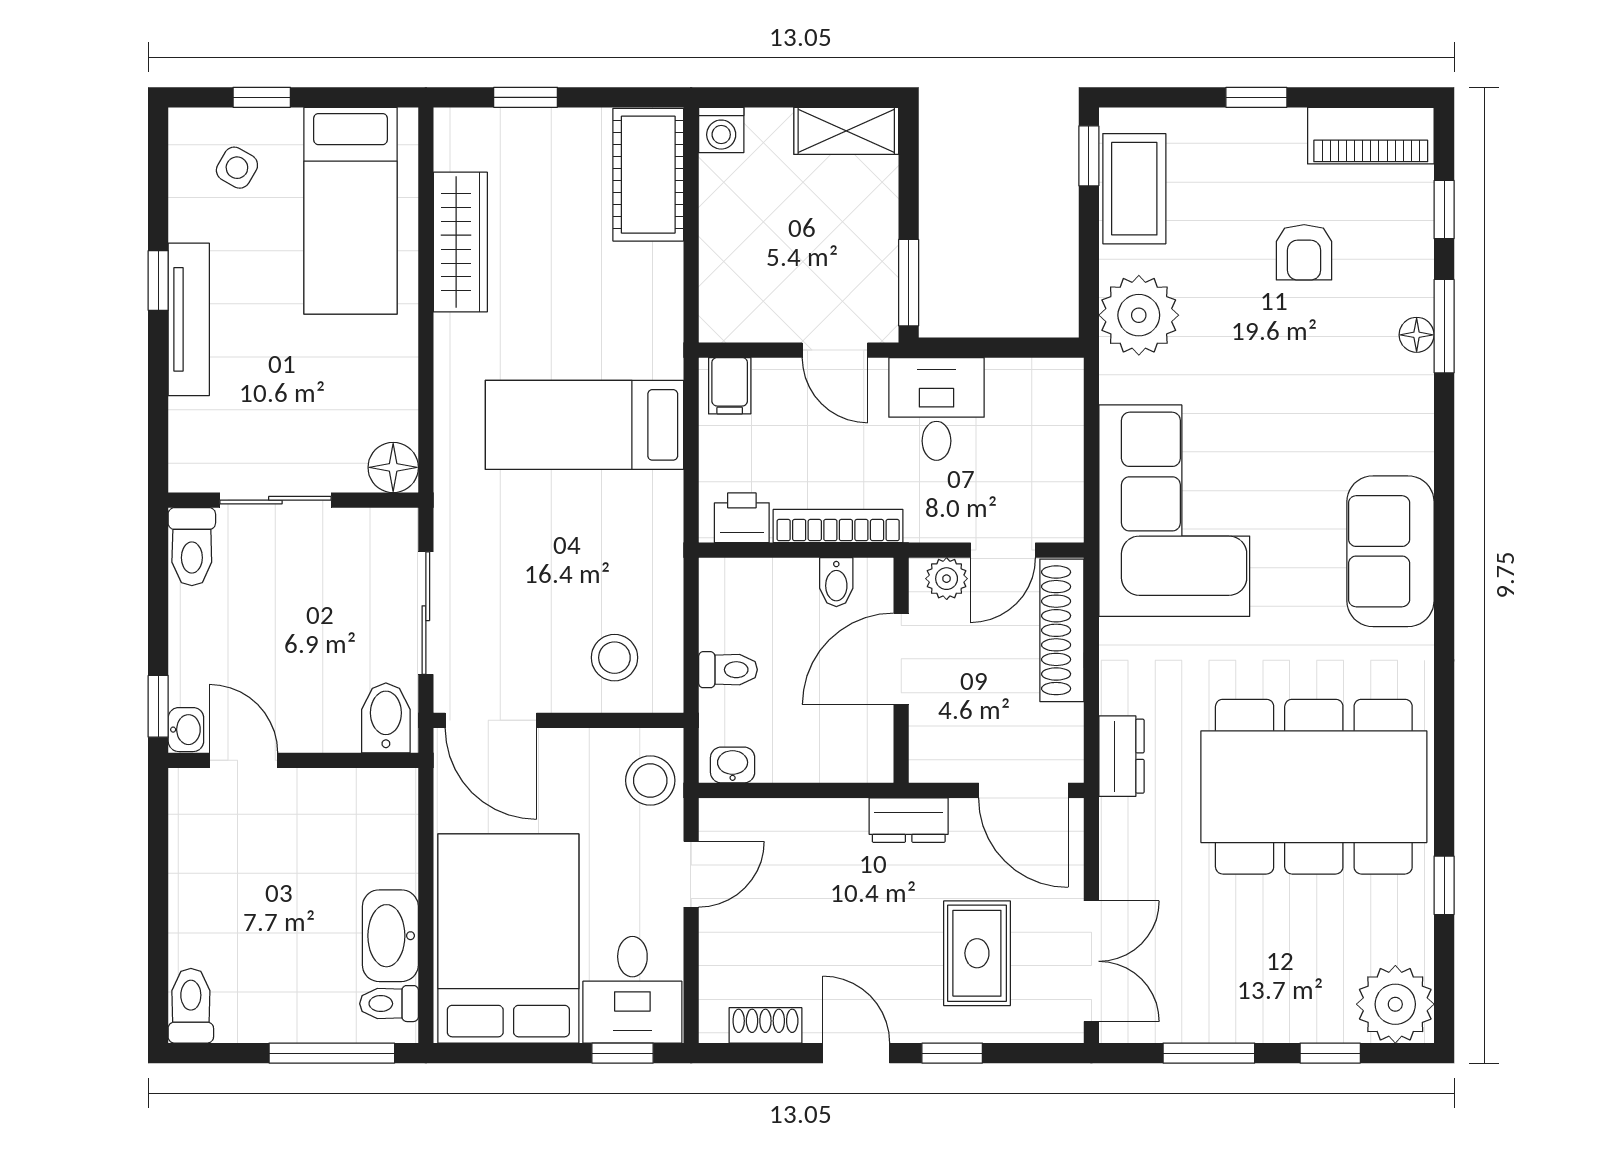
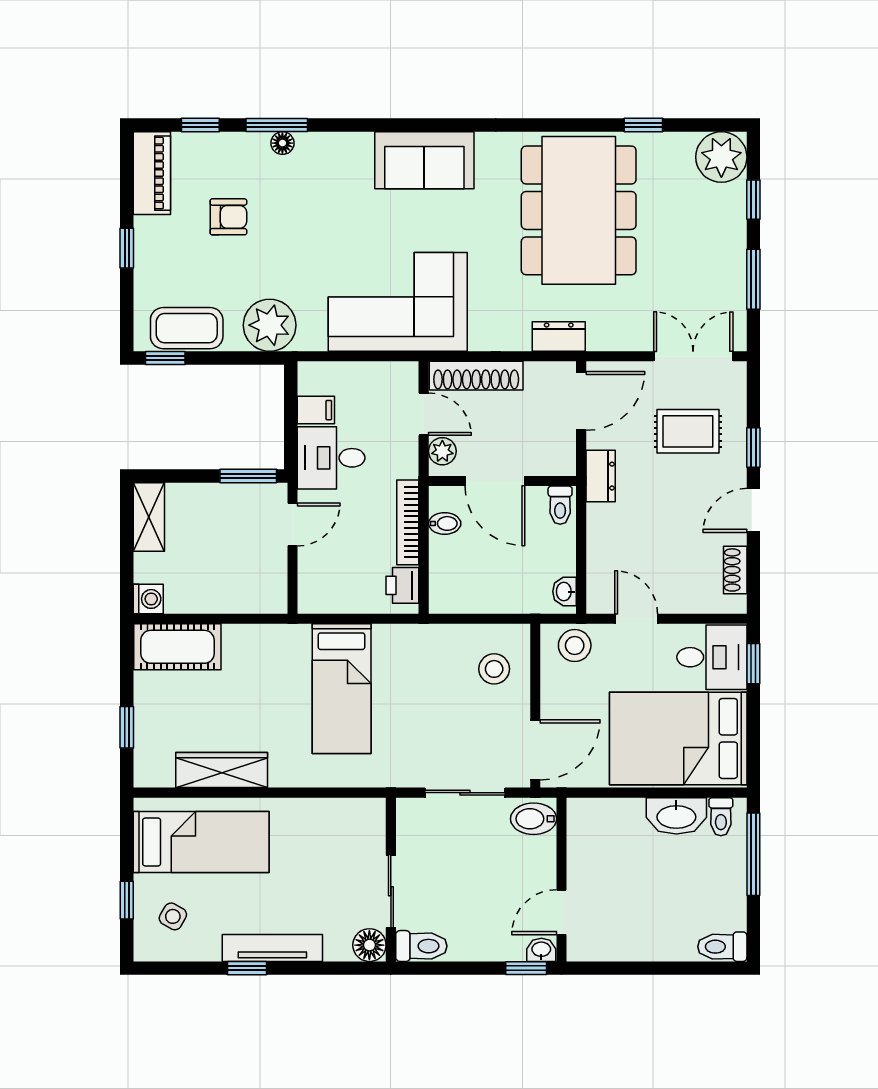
filing cabinet: (730, 386) -> (316, 410), moved
floor lamp: (393, 467) -> (369, 945), moved
toilet: (728, 670) -> (560, 505), moved, turned 180

